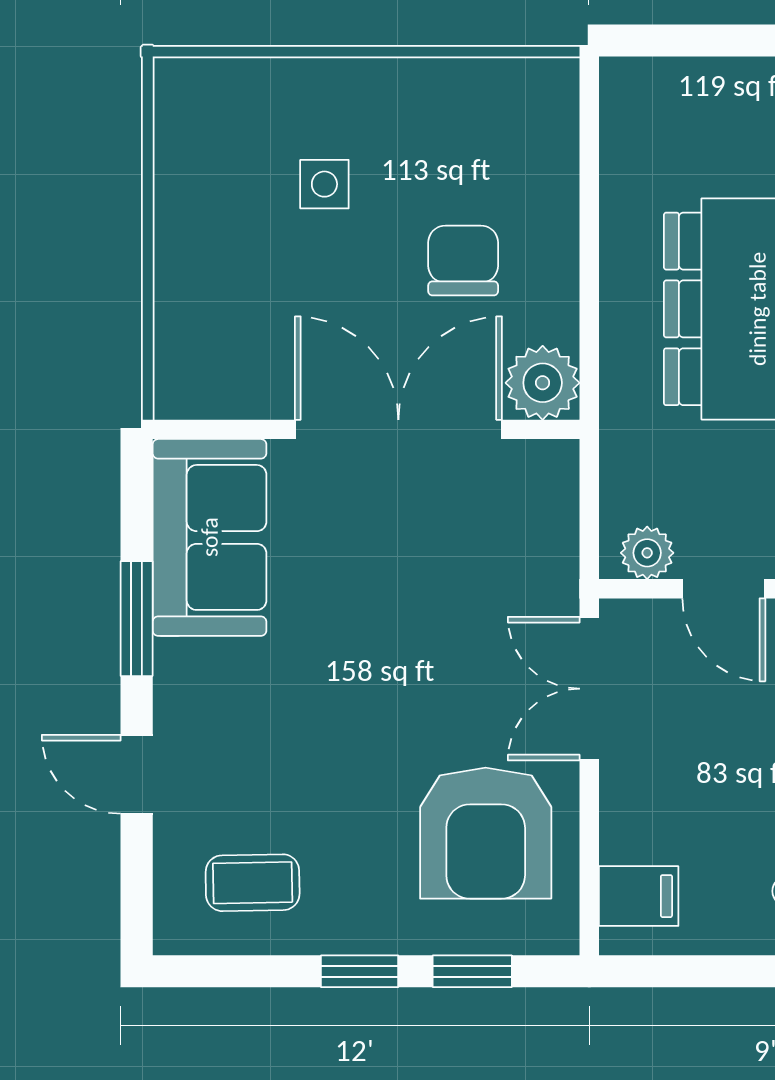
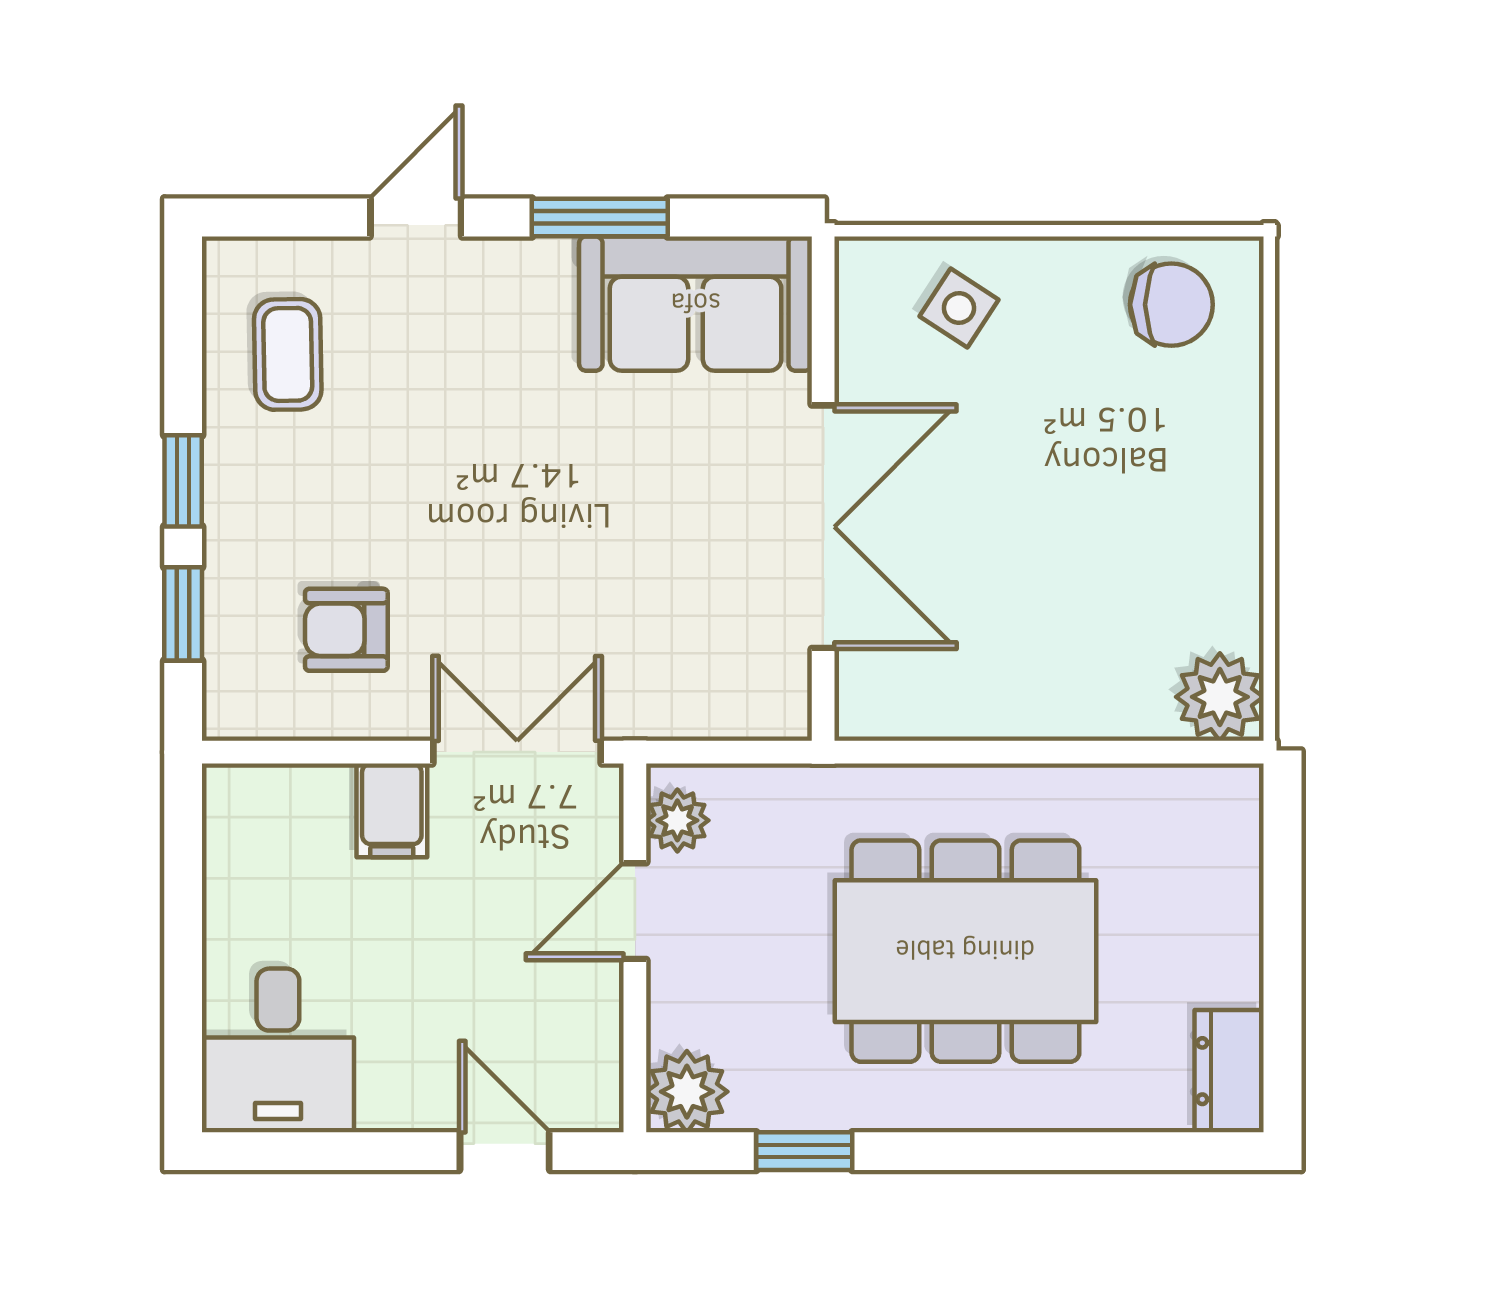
side table: (324, 184) -> (959, 308), moved, turned 33
chair: (463, 260) -> (1171, 305), moved
plant: (543, 383) -> (1220, 697), moved
armchair: (486, 833) -> (346, 630), width x0.53, depth x0.53
filing cabinet: (639, 896) -> (392, 810), moved

